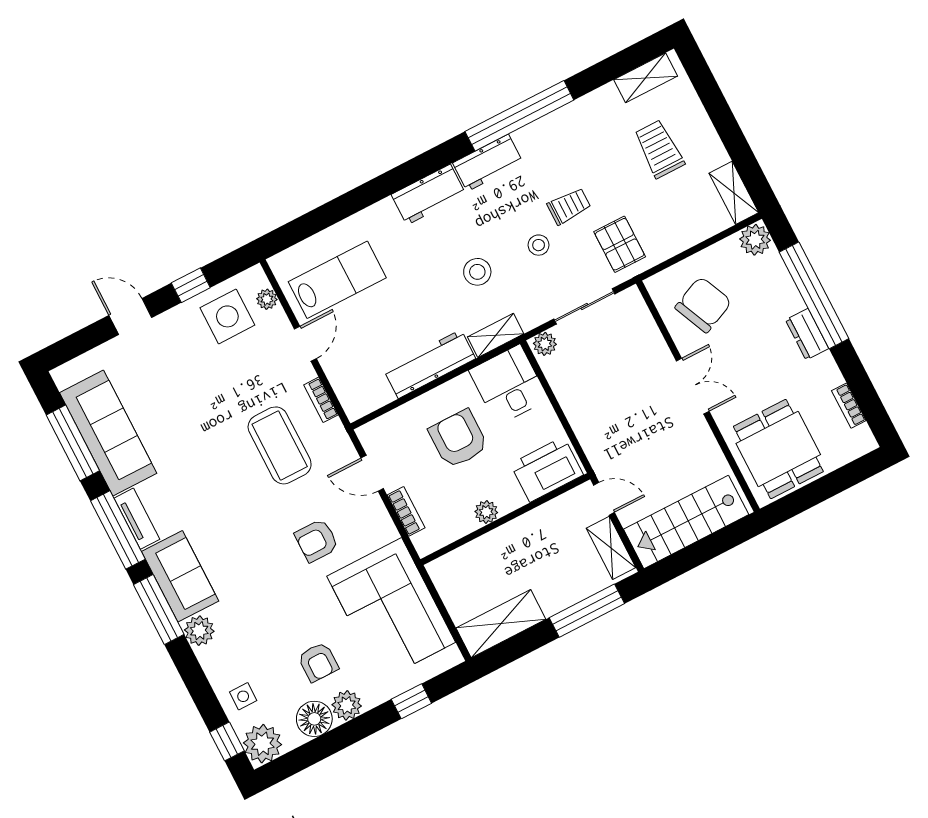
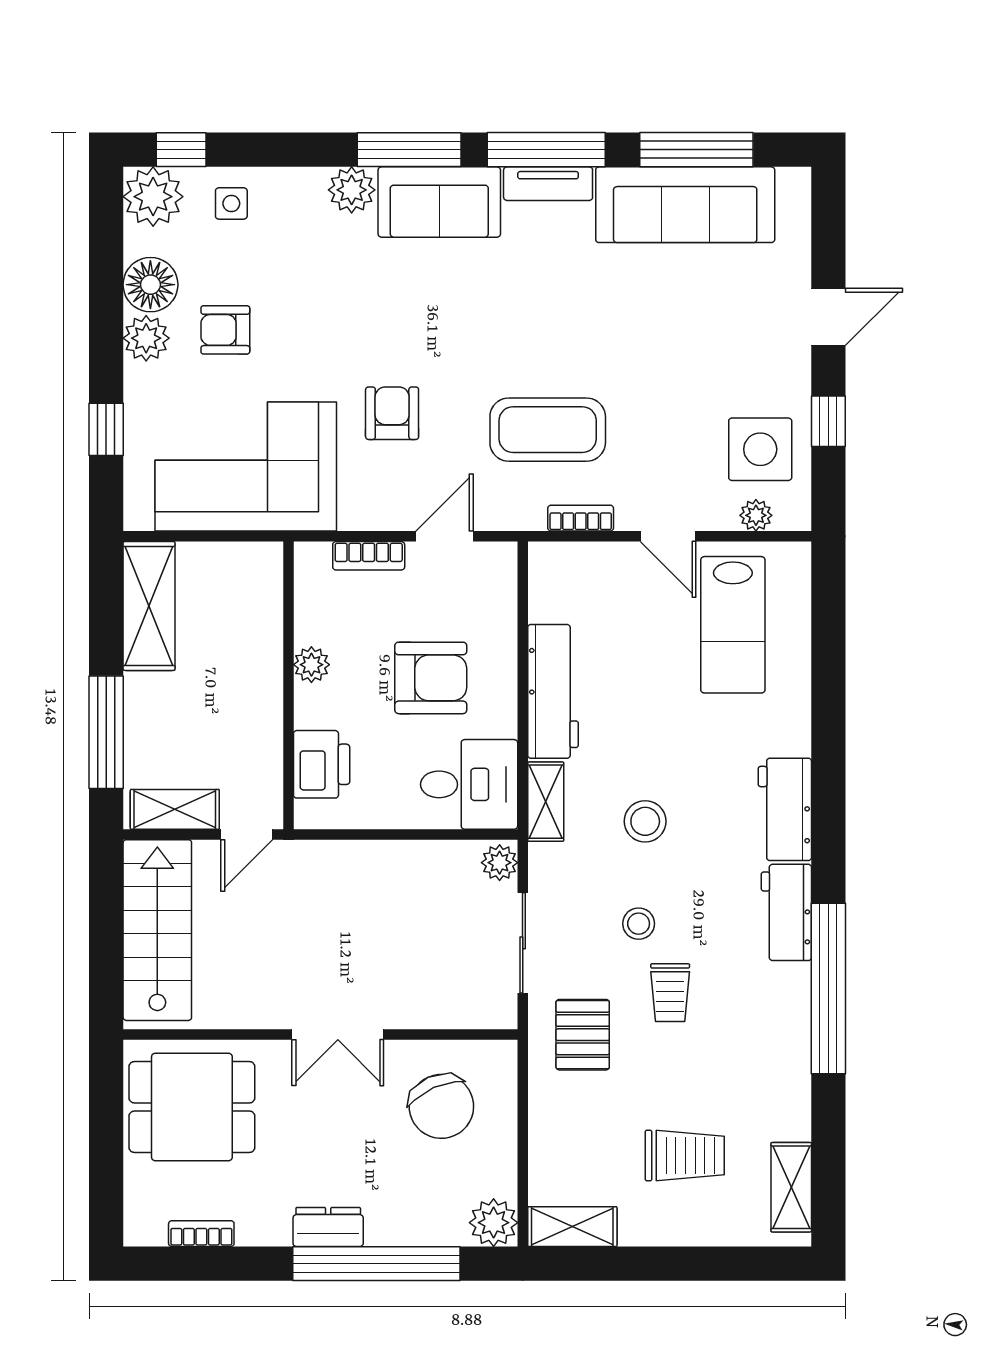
pallet: (620, 244) -> (583, 1035), turned 90
printer: (547, 469) -> (322, 764), width x0.73, depth x0.84

